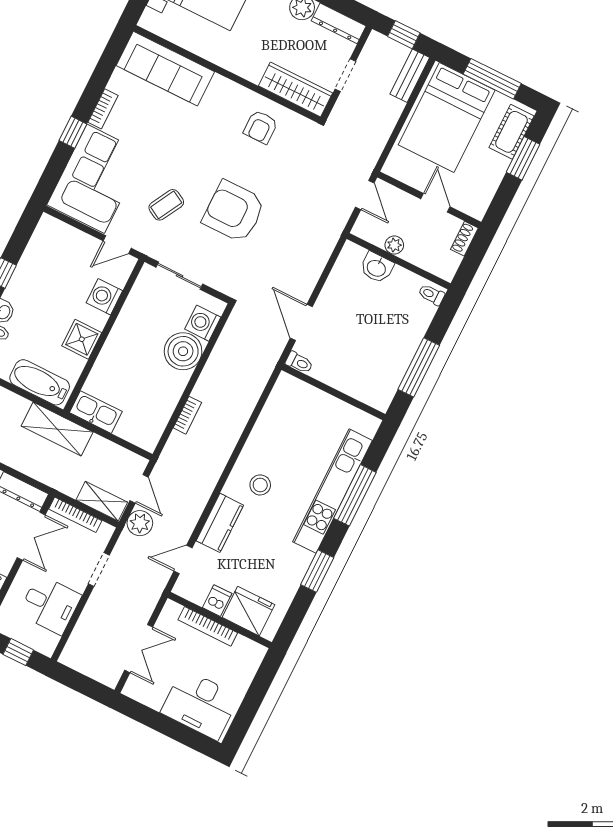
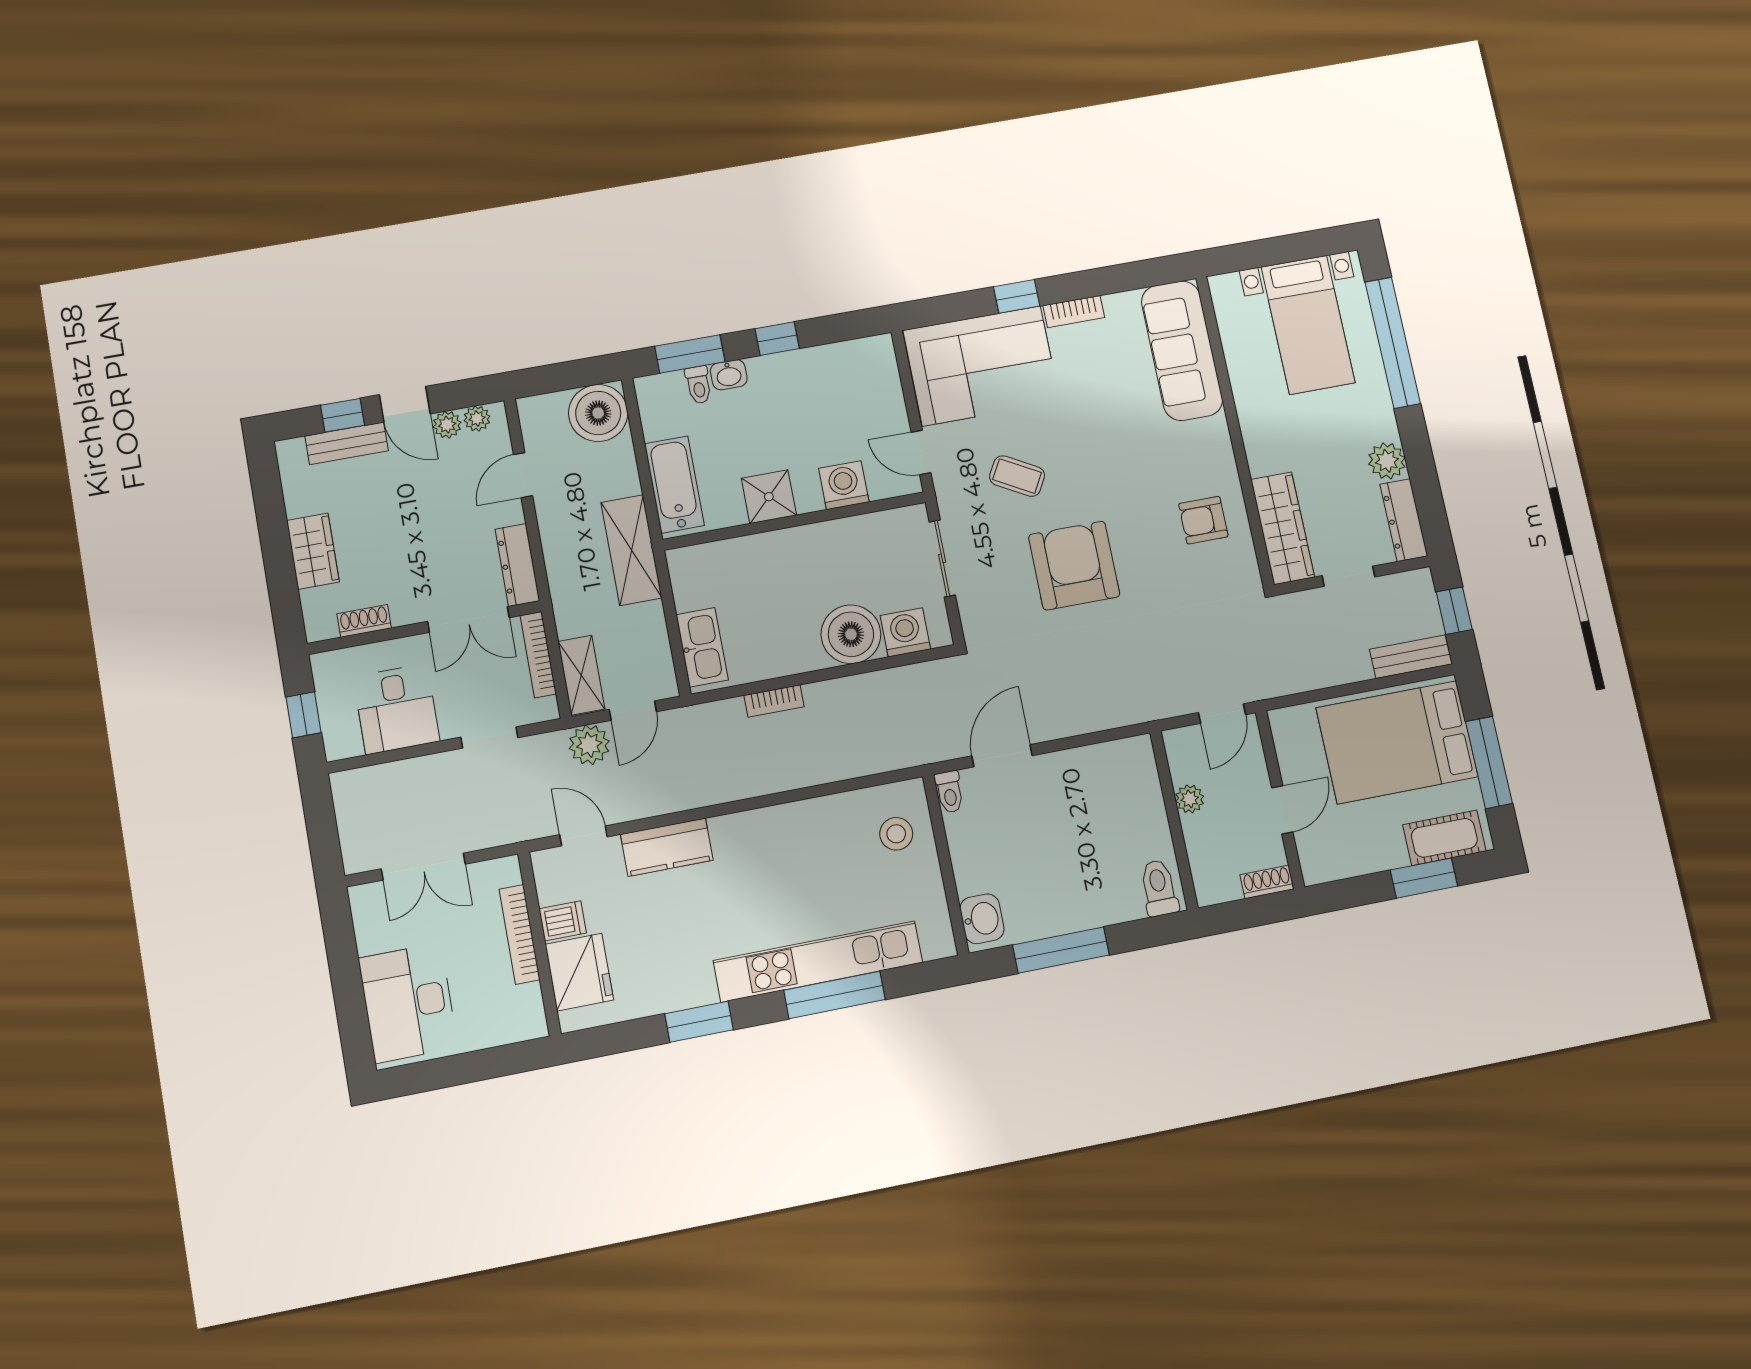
washbasin: (377, 268) -> (982, 919), moved, turned 180
toilet: (431, 295) -> (1159, 888), width x1.37, depth x1.39
kitchen sink: (96, 412) -> (702, 647), moved
stool: (260, 485) -> (896, 834), moved

